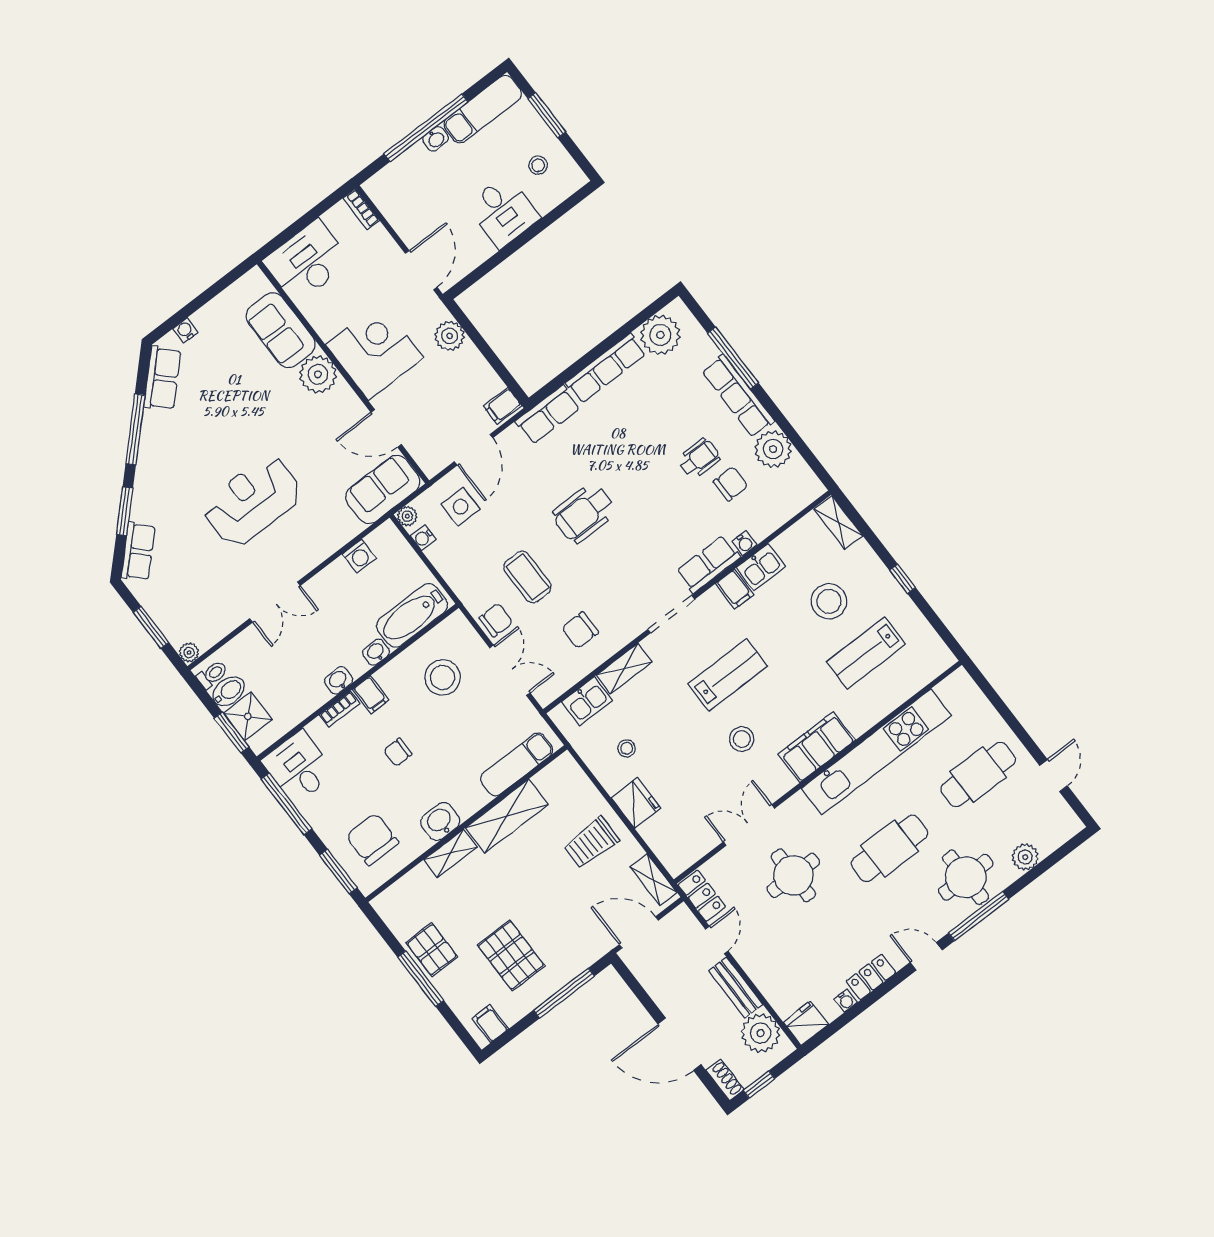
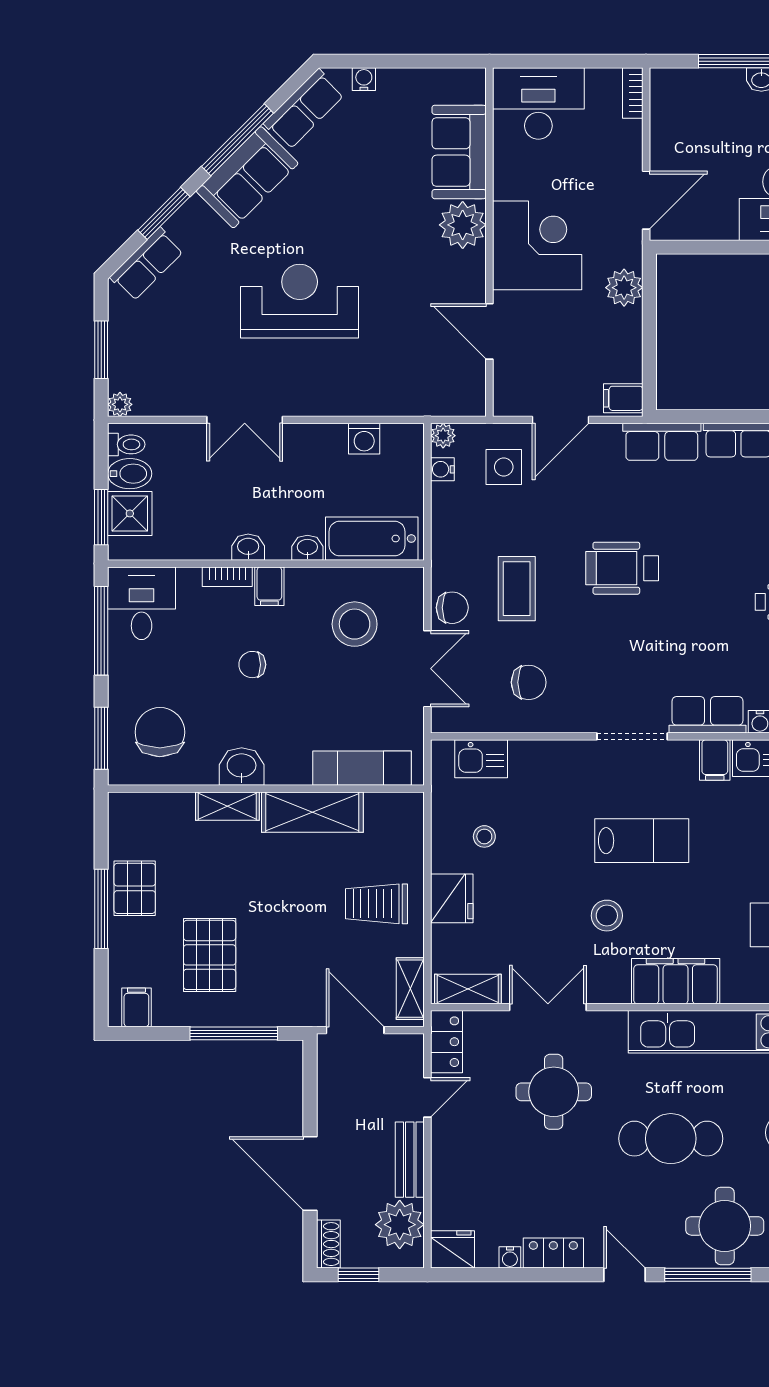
sofa: (383, 489) -> (247, 177), moved, turned 135
chair: (580, 630) -> (529, 682), turned 180
shelving: (624, 669) -> (468, 989), moved

